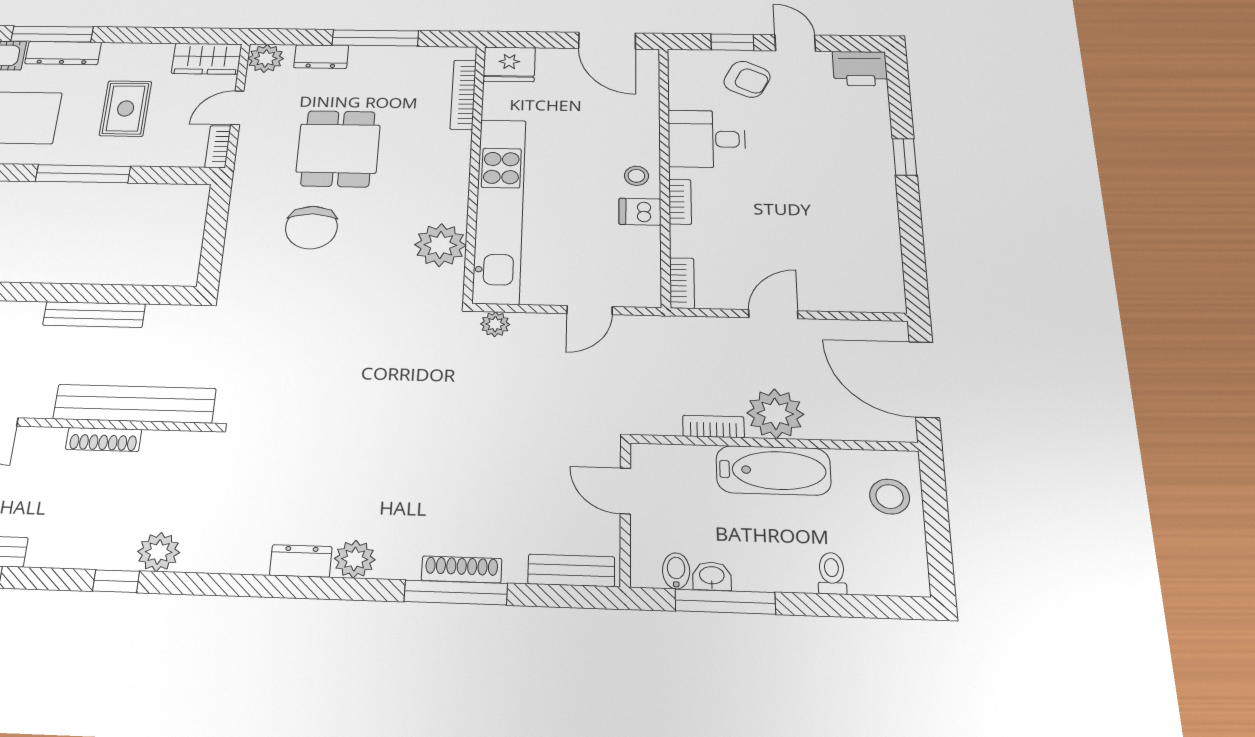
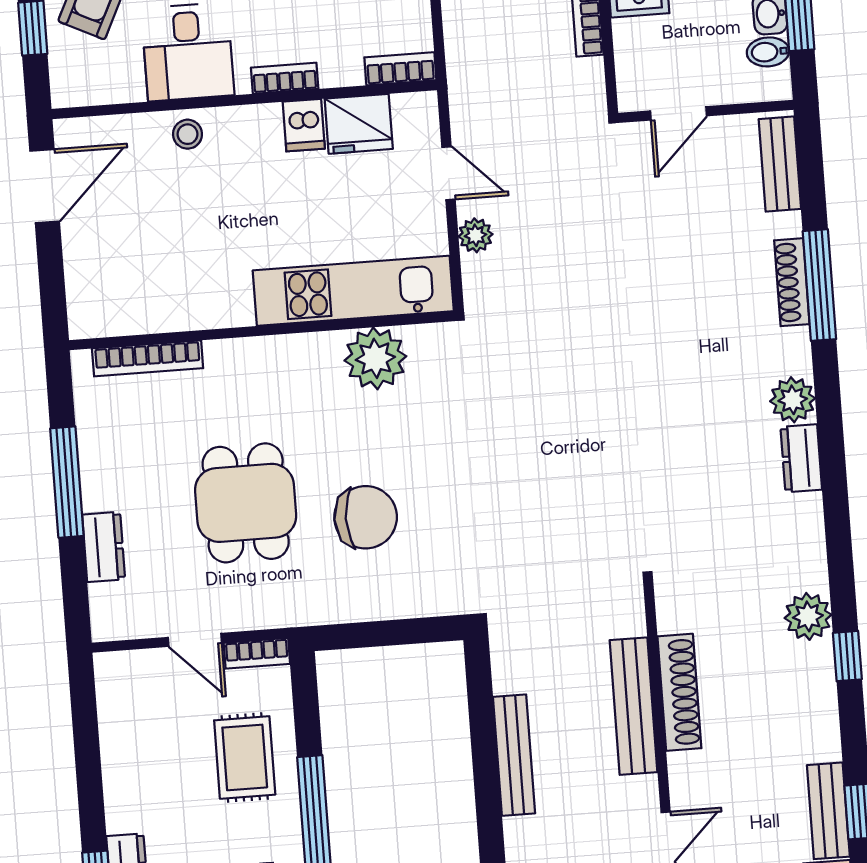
plant: (266, 58) -> (113, 618), removed
wardrobe: (207, 59) -> (121, 694), removed
fridge: (509, 64) -> (359, 124), moved, turned 90
rug: (126, 108) -> (245, 757), moved, turned 90
dining table: (338, 149) -> (246, 503), turned 90
stool: (636, 176) -> (188, 134), moved
kitchen unit: (500, 210) -> (353, 291), width x0.73
plant: (495, 324) -> (475, 235), moved
bench: (135, 404) -> (634, 706), width x0.73, depth x0.82
shoe rack: (104, 440) -> (679, 692), width x1.36, depth x1.24

